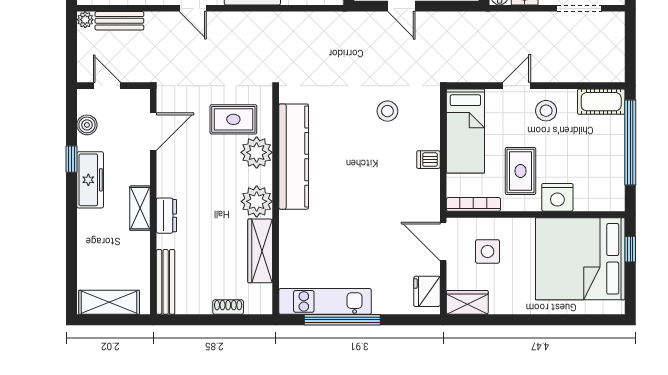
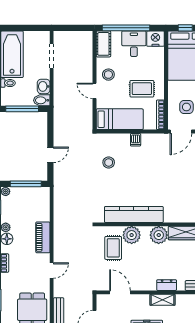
desk: (602, 157) -> (134, 44), added
nightstand: (557, 197) -> (155, 39), moved, turned -90

